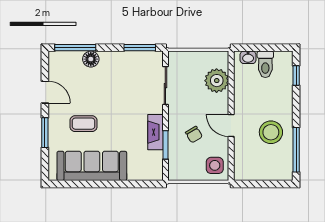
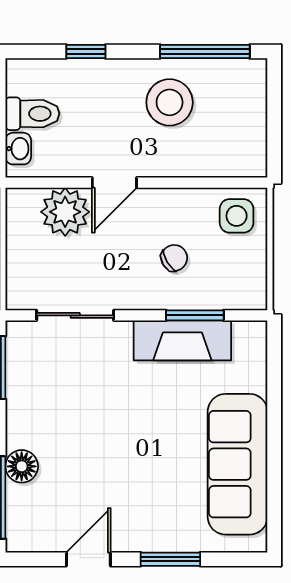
window: (296, 75) -> (86, 52), moved
coffee table: (83, 124) -> (152, 481), removed
door: (231, 125) -> (114, 183), moved
fireplace: (156, 132) -> (182, 340), width x1.37, depth x1.32

